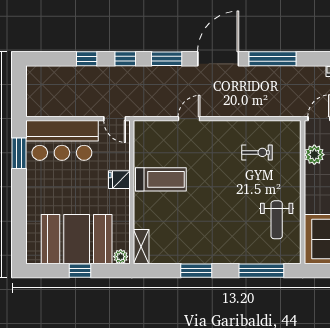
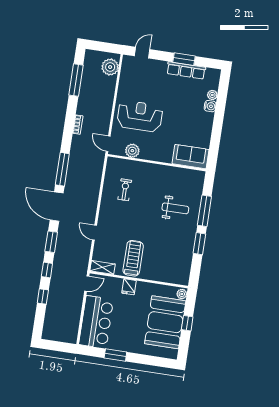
window: (19, 153) -> (115, 355), moved
weight bench: (277, 220) -> (175, 208), moved
shelving: (141, 247) -> (103, 267), moved
window: (261, 271) -> (204, 211), moved

